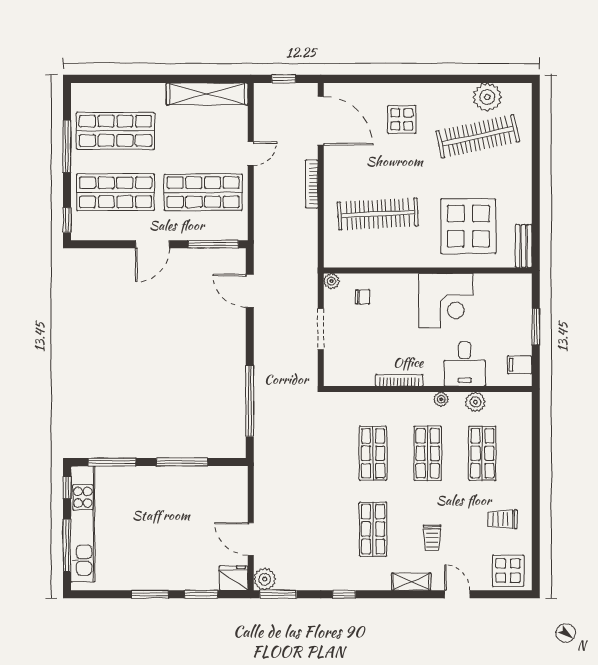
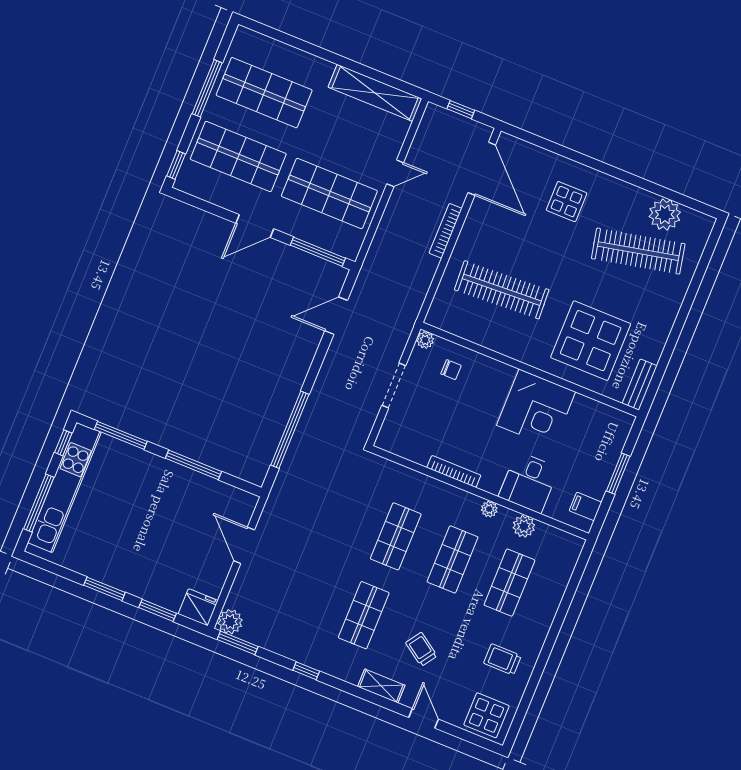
door: (250, 291) -> (336, 316), hinge flipped
trolley: (432, 538) -> (421, 649), turned 124
door: (251, 539) -> (244, 545), moved

